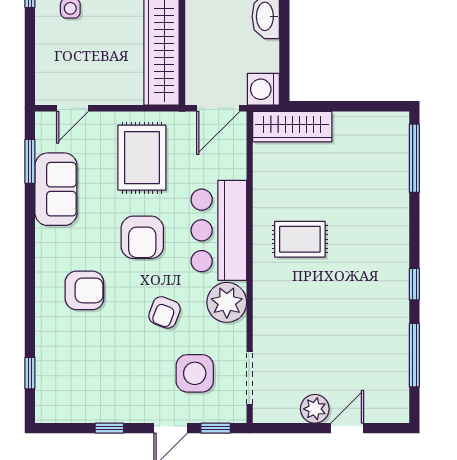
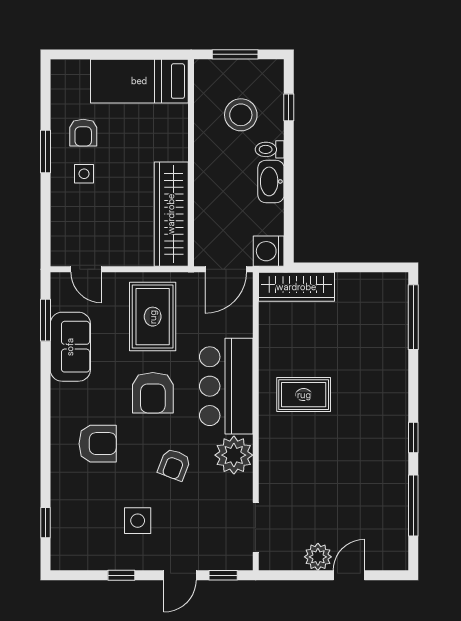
door: (72, 108) -> (86, 269), hinge flipped
side table: (195, 373) -> (138, 521), moved, width x0.73, depth x0.73

